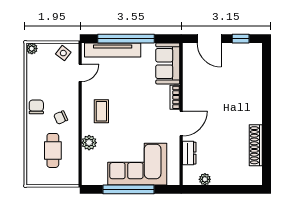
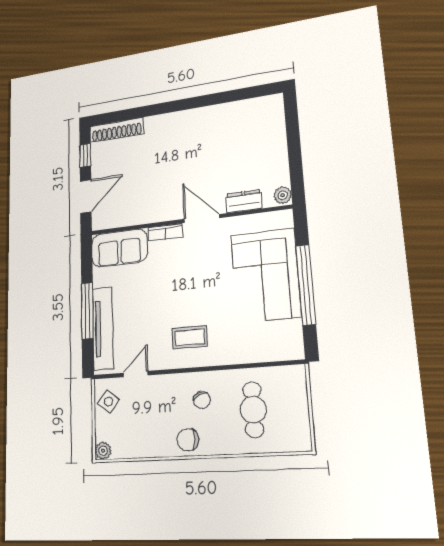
window: (126, 39) -> (87, 311), width x0.68
door: (80, 73) -> (136, 374), hinge flipped
plant: (89, 143) -> (237, 352), removed
shoe rack: (256, 145) -> (117, 130), moved
cafe table: (53, 150) -> (253, 410), turned 90
plant: (205, 179) -> (283, 195), moved

